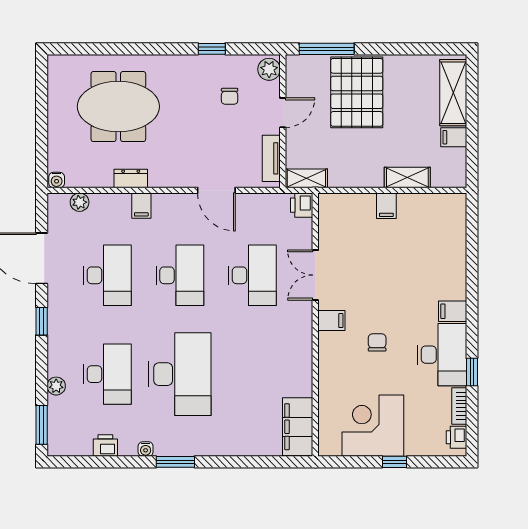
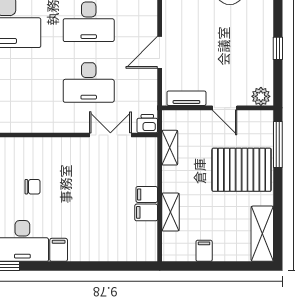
shelving: (453, 93) -> (262, 234), moved, turned 90
chair: (230, 96) -> (238, 63), removed
shelving: (306, 178) -> (170, 148), moved
double door: (315, 275) -> (110, 135), moved
filing cabinet: (331, 321) -> (146, 212), moved, turned 90

